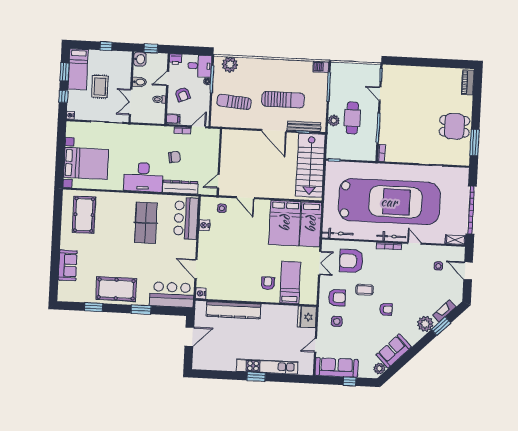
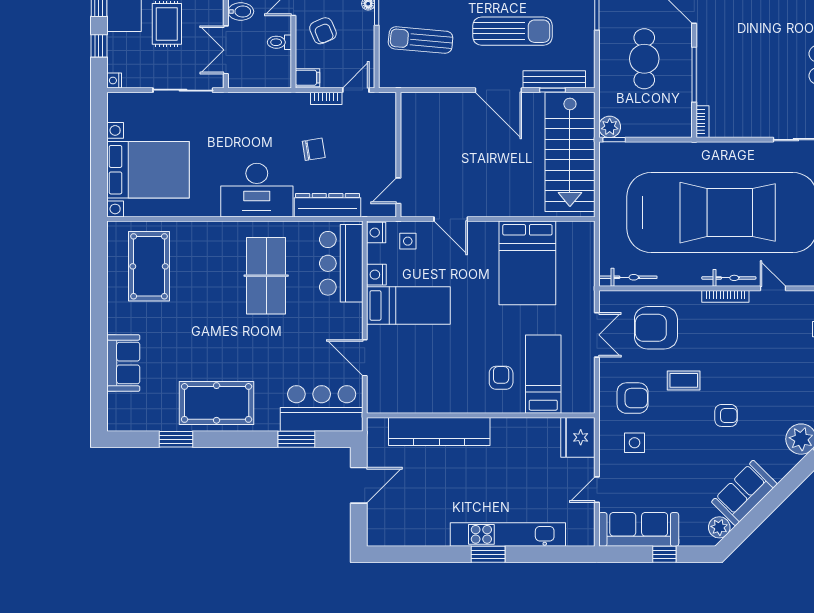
plant: (334, 121) -> (610, 127), moved
bed: (311, 224) -> (408, 305), moved, turned -90
nightstand: (201, 293) -> (376, 233), moved
window: (141, 310) -> (296, 439), moved

